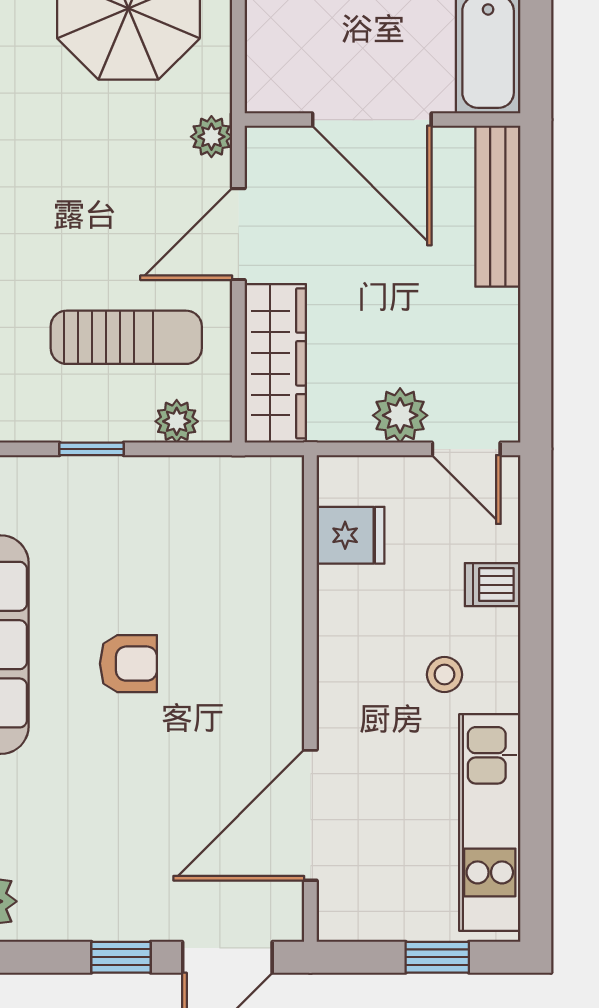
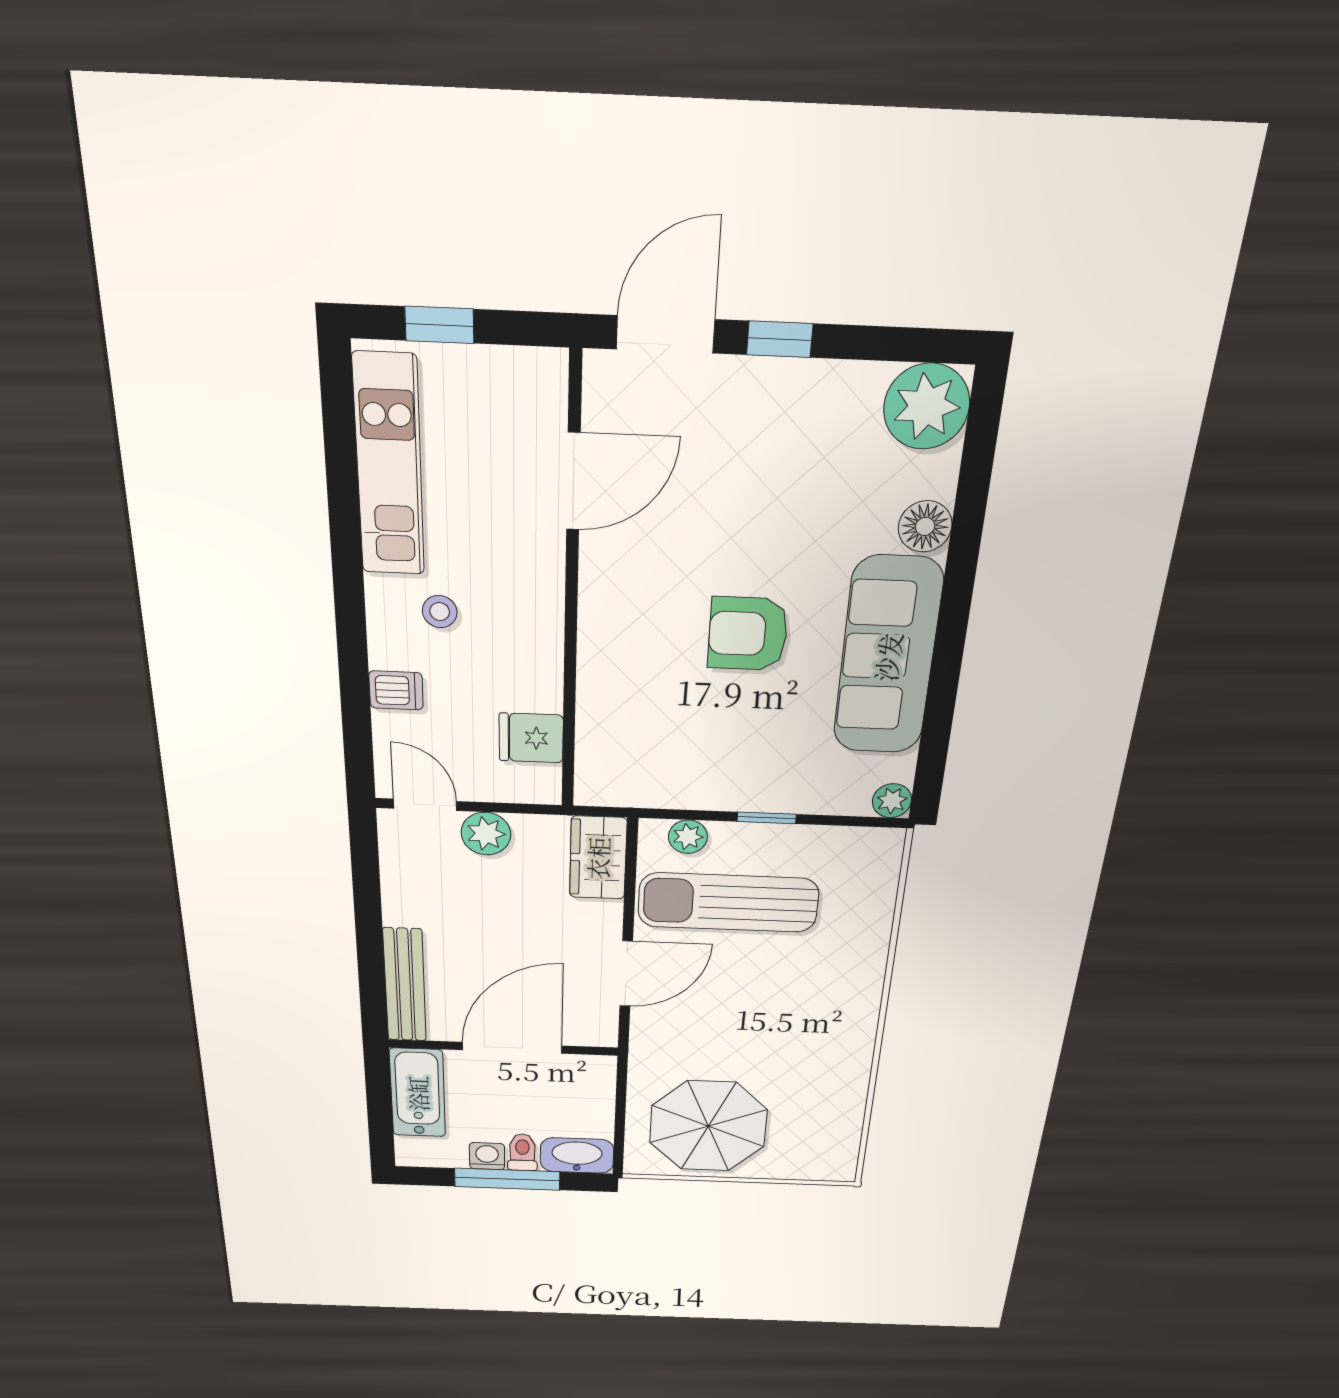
door: (372, 120) -> (512, 1048), hinge flipped
plant: (211, 137) -> (646, 1041), removed
sun lounger: (126, 337) -> (728, 903), width x1.36, depth x1.34
wardrobe: (275, 363) -> (598, 858), width x0.67
armchair: (128, 664) -> (748, 634), width x1.38, depth x1.38
door: (310, 815) -> (573, 481), width x0.73

